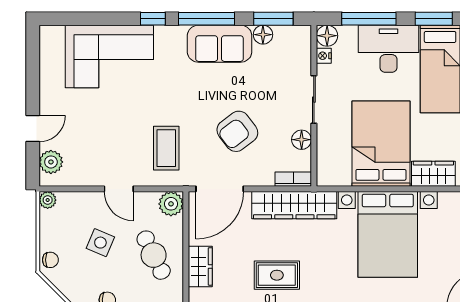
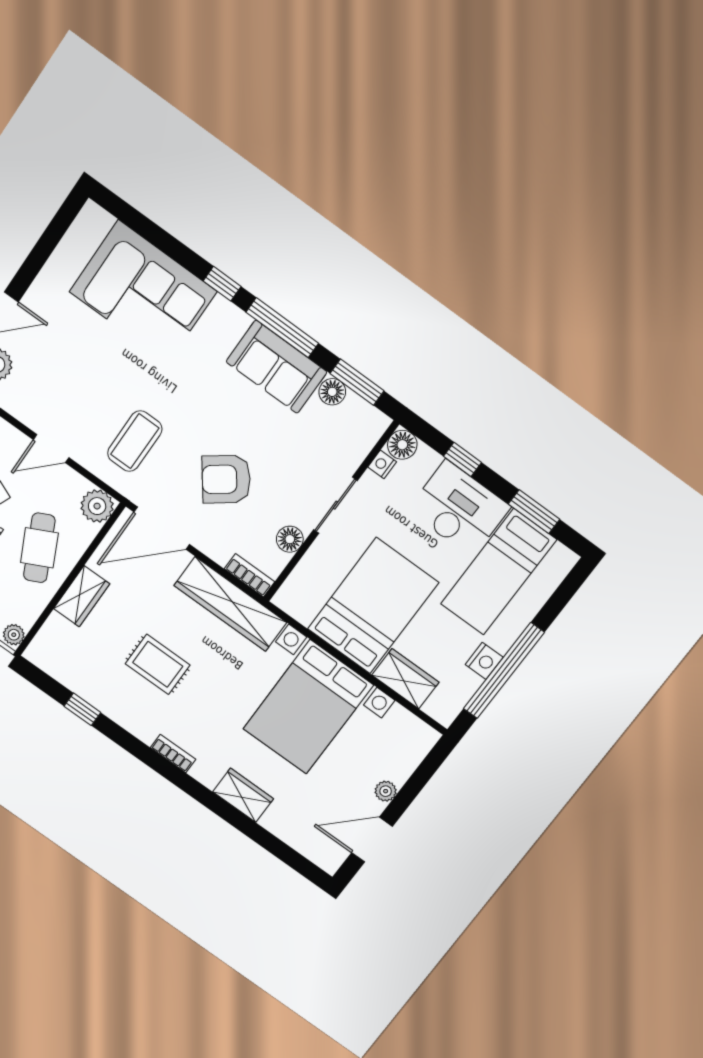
window: (369, 19) -> (463, 459), width x0.46
door: (119, 189) -> (51, 449), hinge flipped

